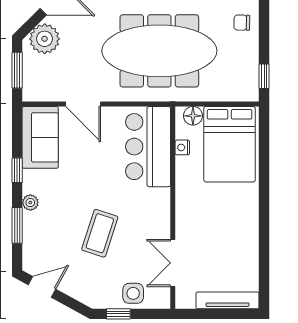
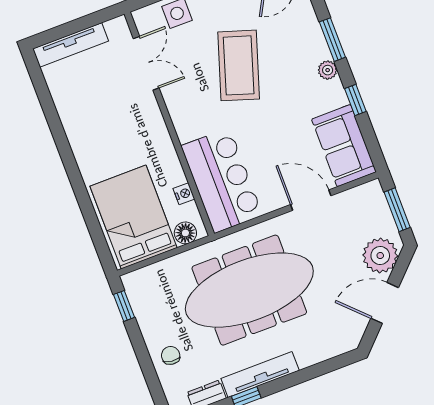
chair: (242, 23) -> (171, 355), turned -84
coffee table: (100, 233) -> (239, 65), width x1.36, depth x1.32

